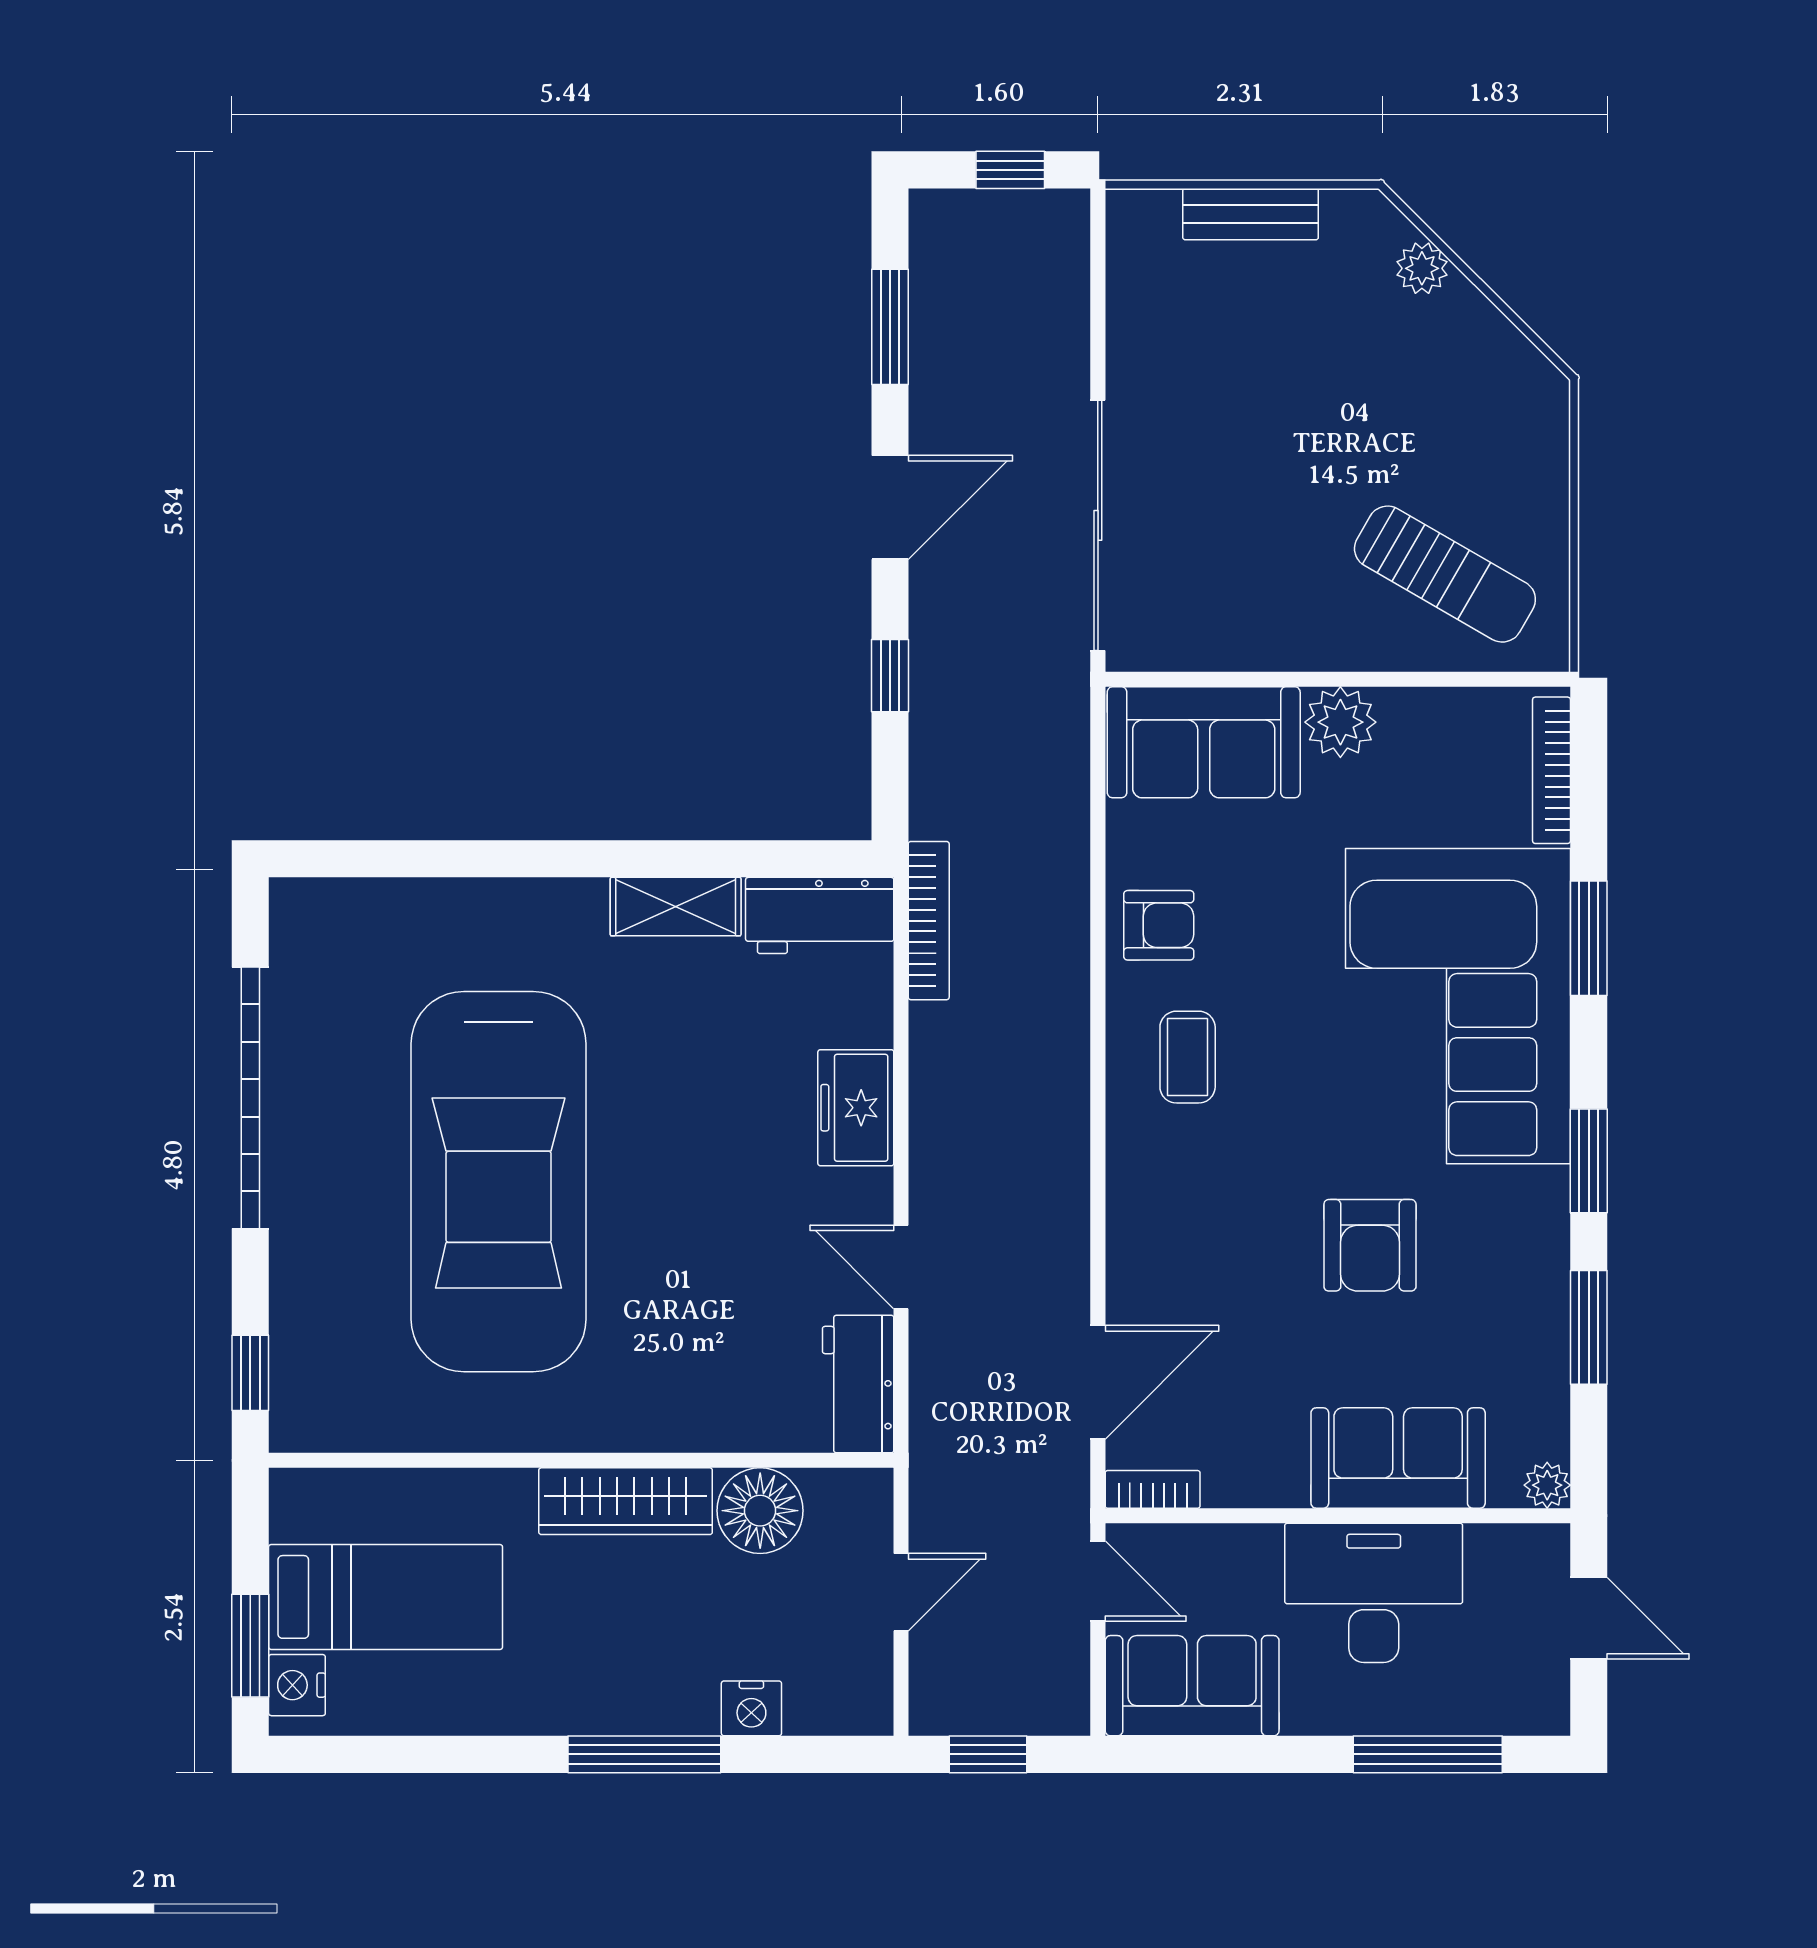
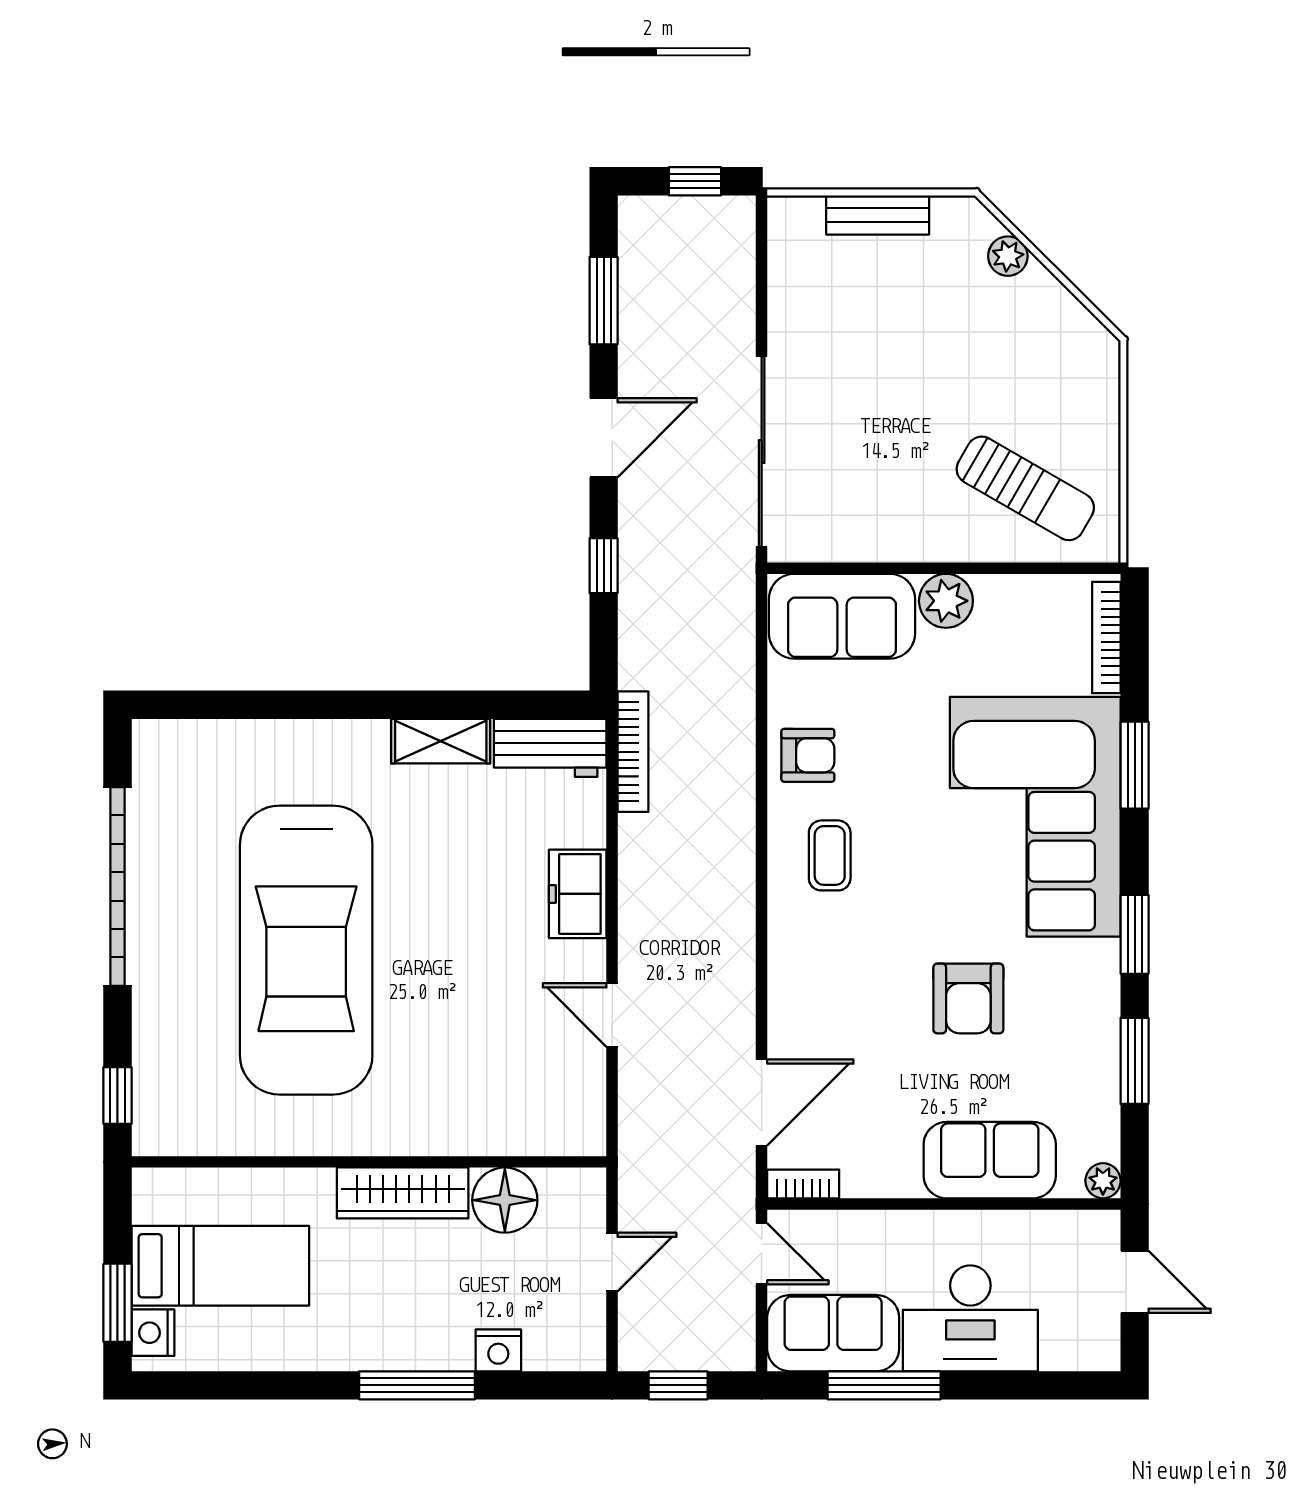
workbench: (858, 1384) -> (579, 1104), removed
desk: (1374, 1593) -> (970, 1318), moved, turned 180
window: (1428, 1754) -> (884, 1385), moved

